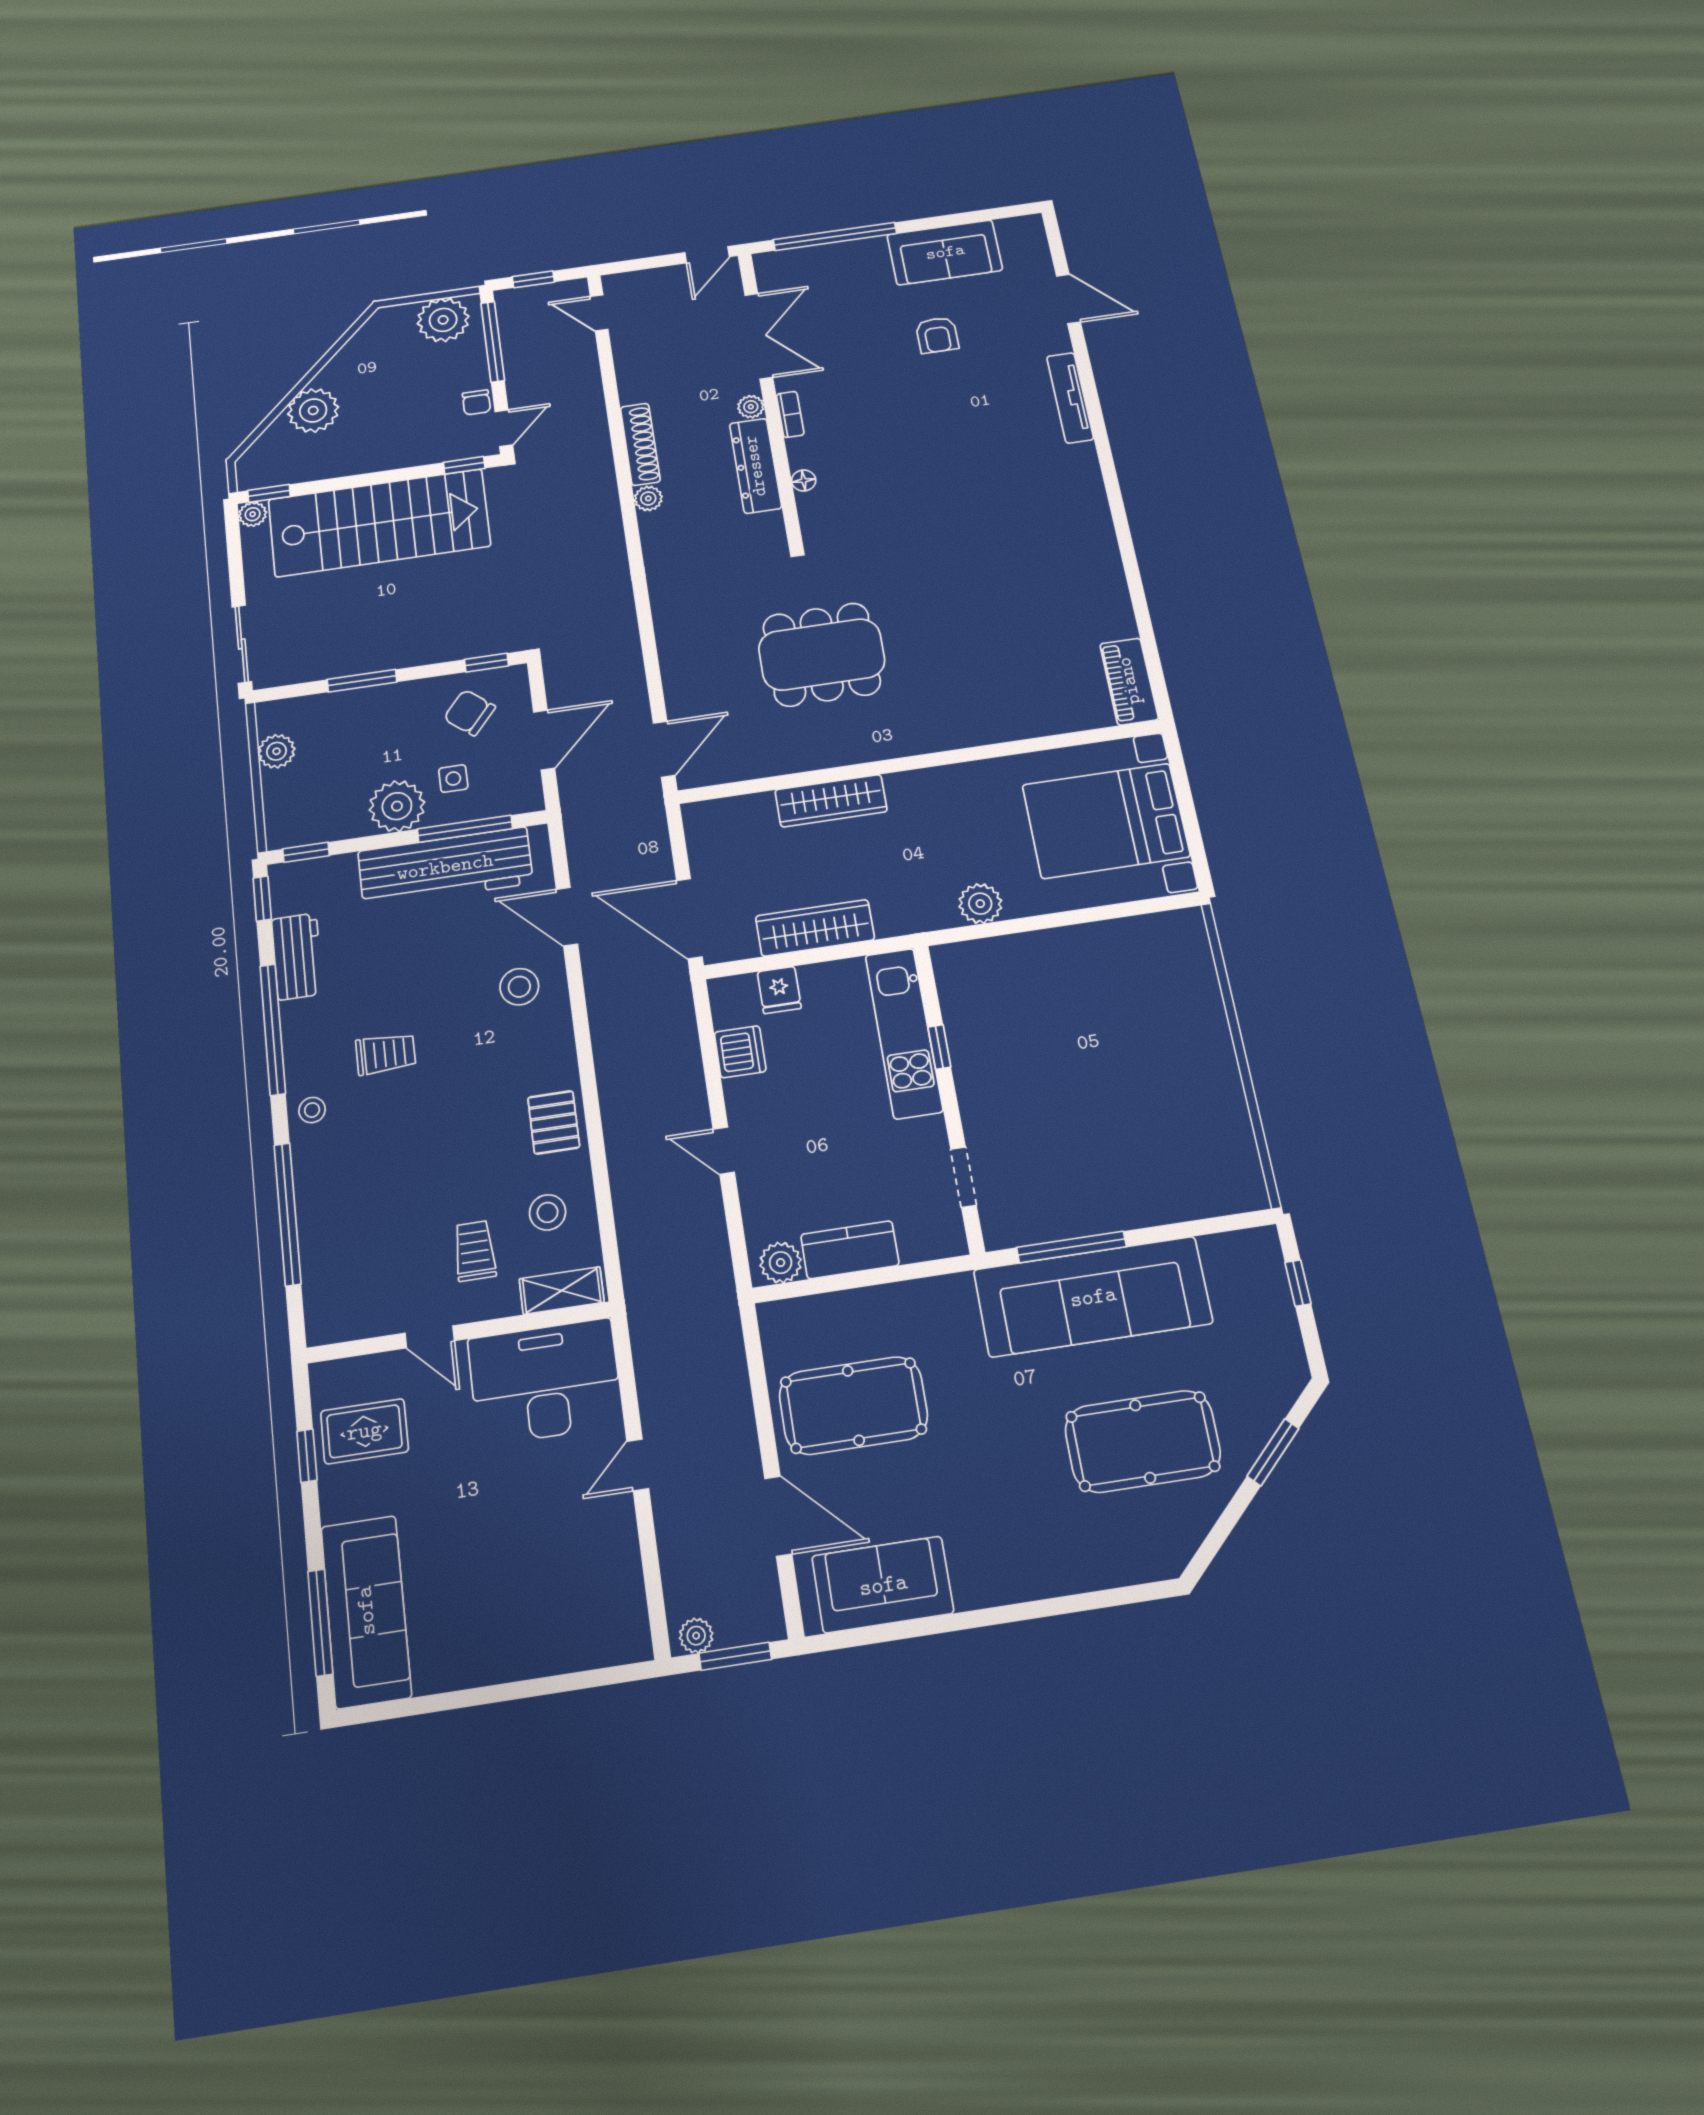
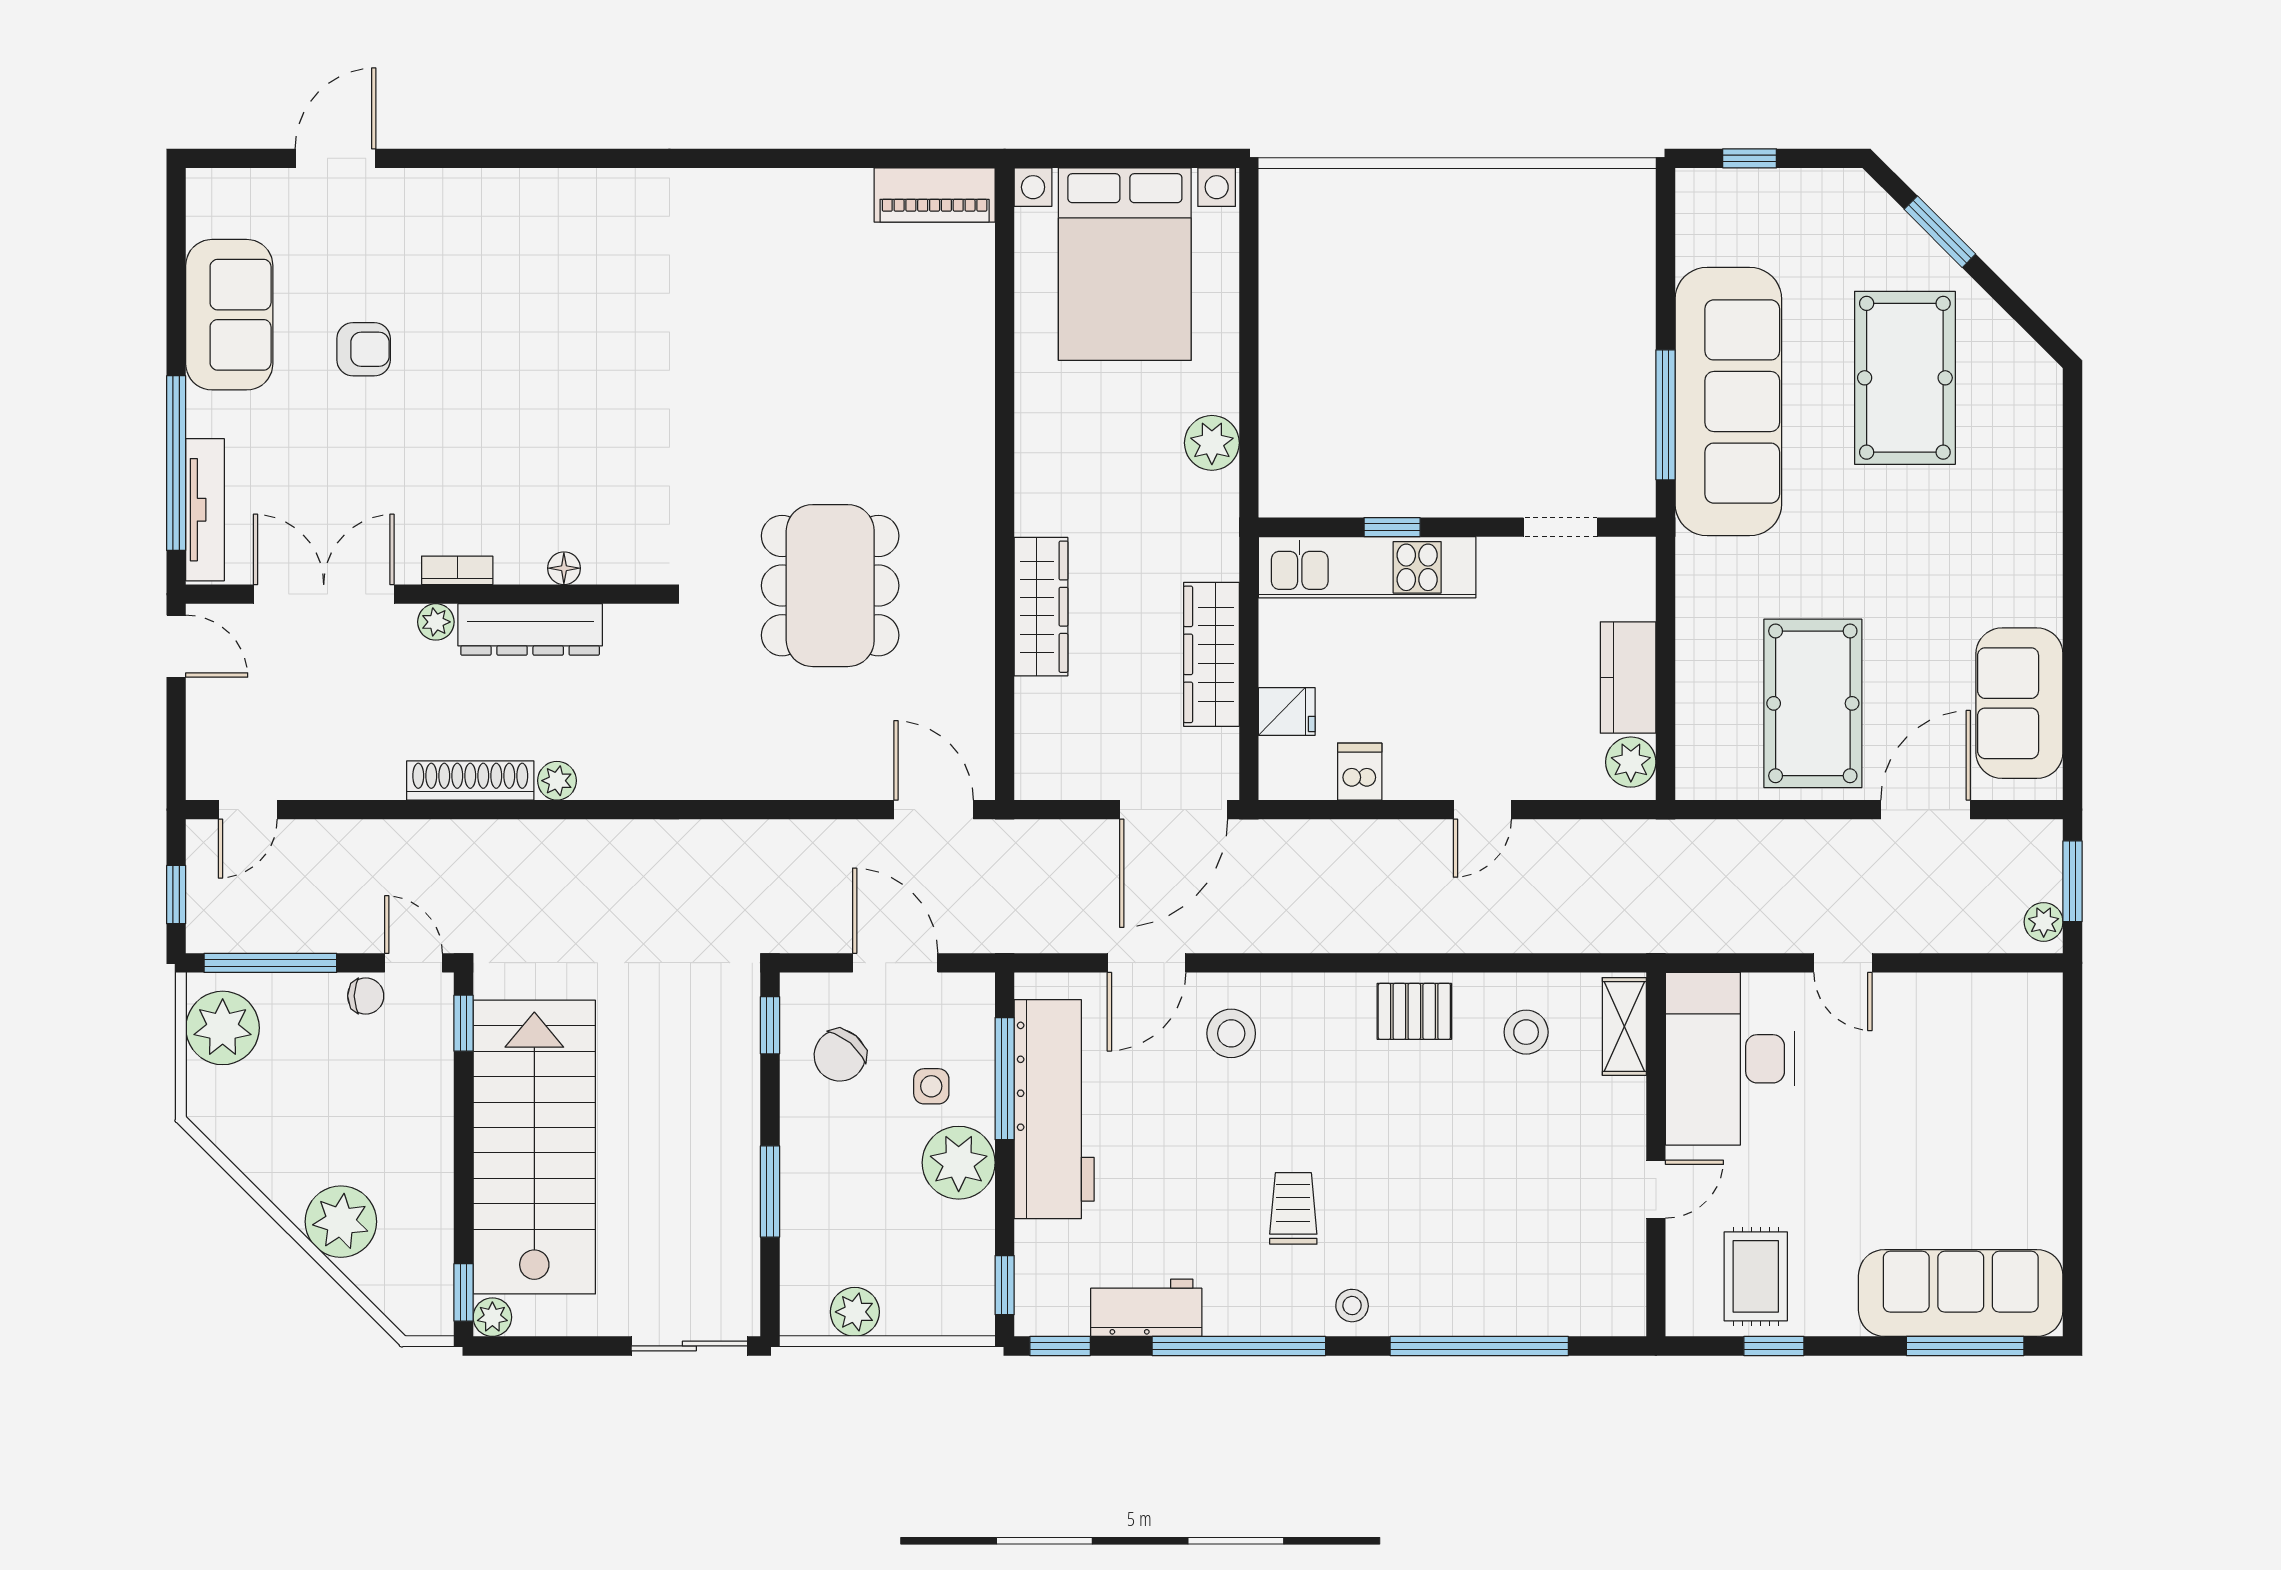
tv unit: (1070, 398) -> (205, 510), moved, turned -90
dishwasher: (740, 1052) -> (1360, 772), width x0.73
trolley: (475, 1251) -> (1560, 1125), removed

